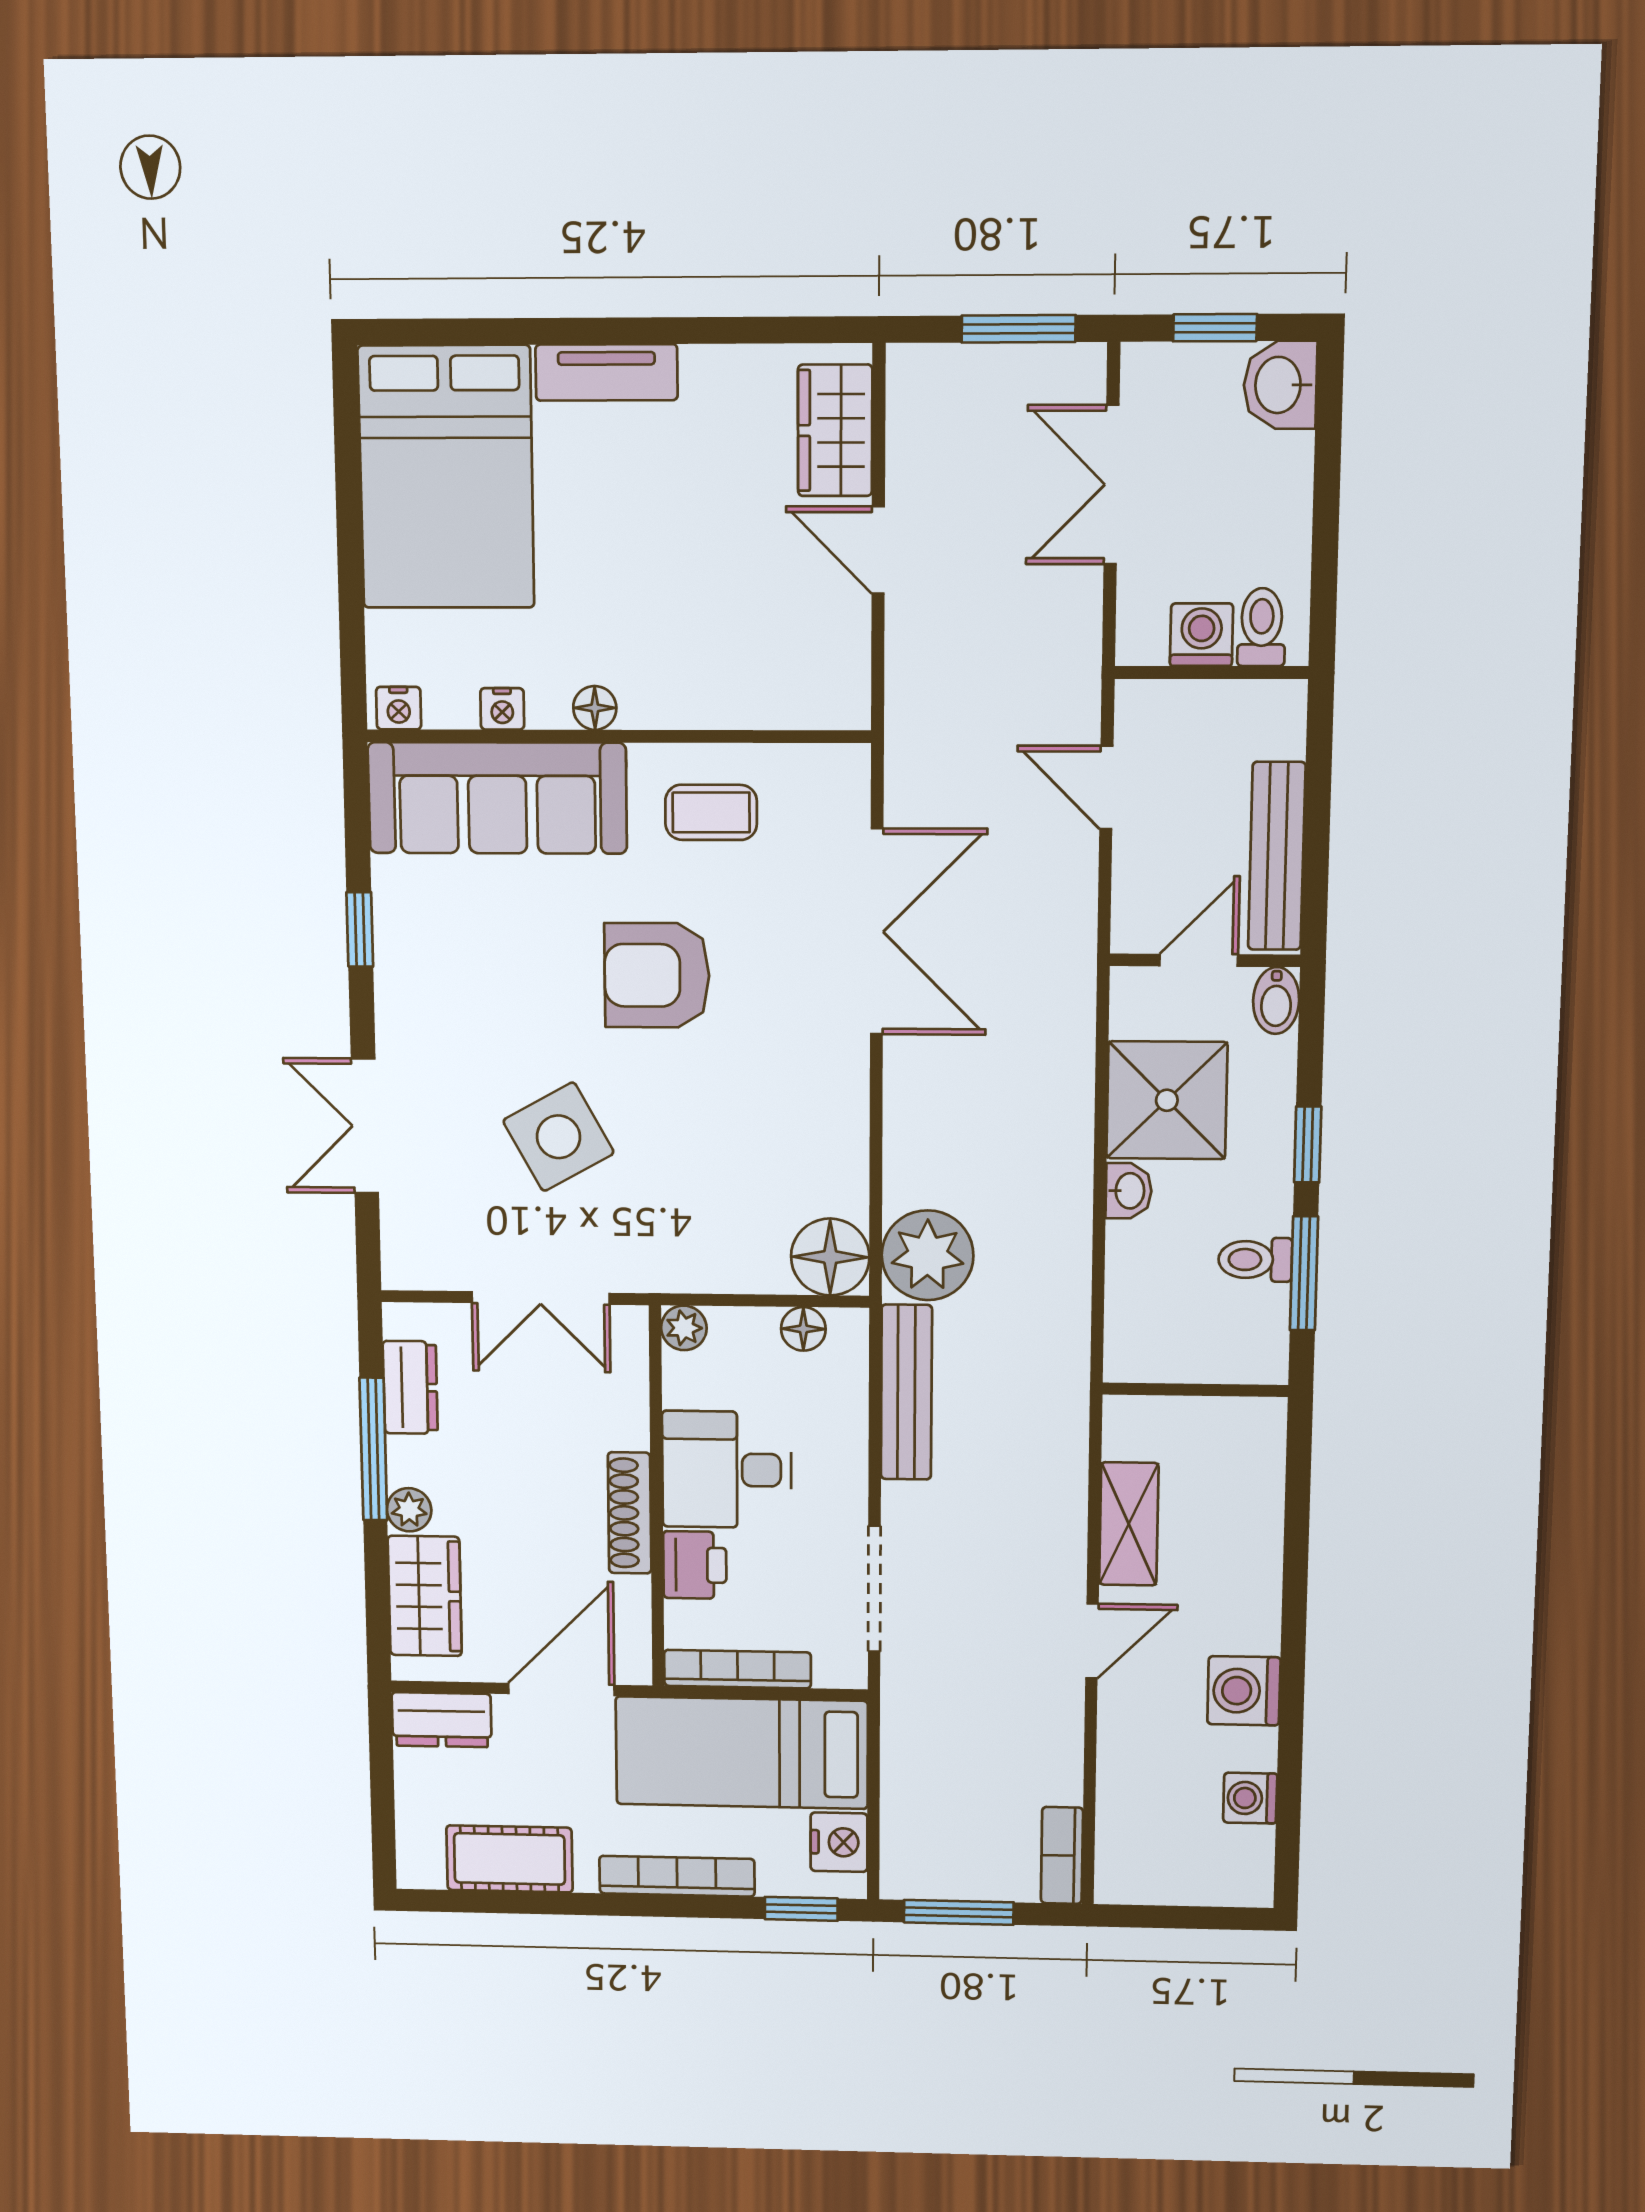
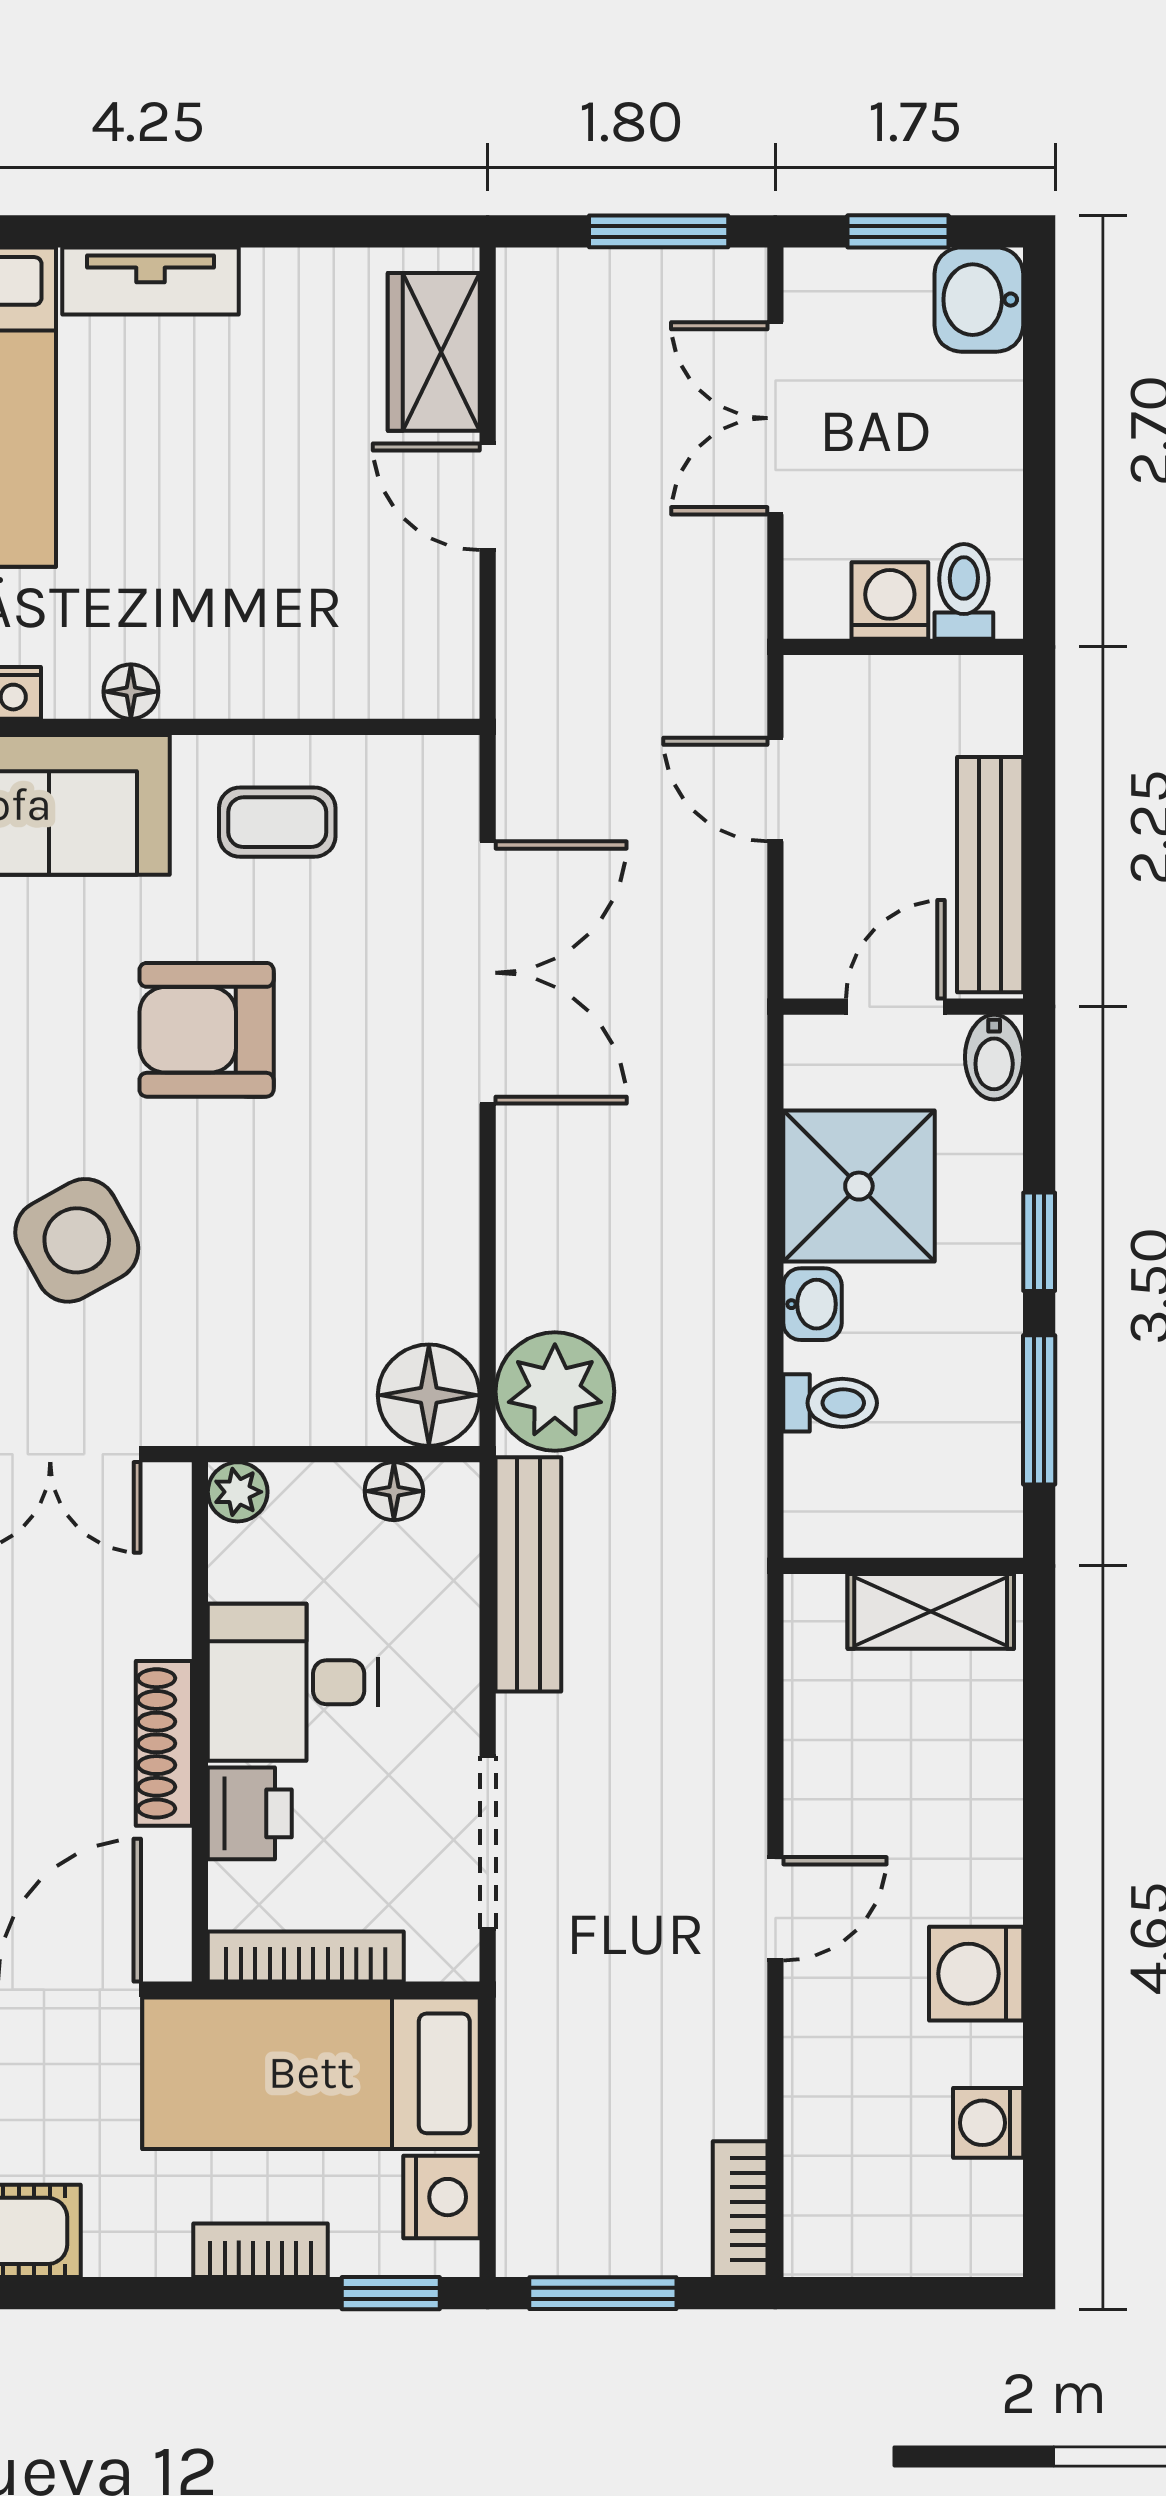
toilet: (1255, 1260) -> (830, 1403), moved, turned 180
shelving: (1129, 1524) -> (931, 1611), moved, turned 90
bookcase: (677, 1876) -> (260, 2250), width x0.64

